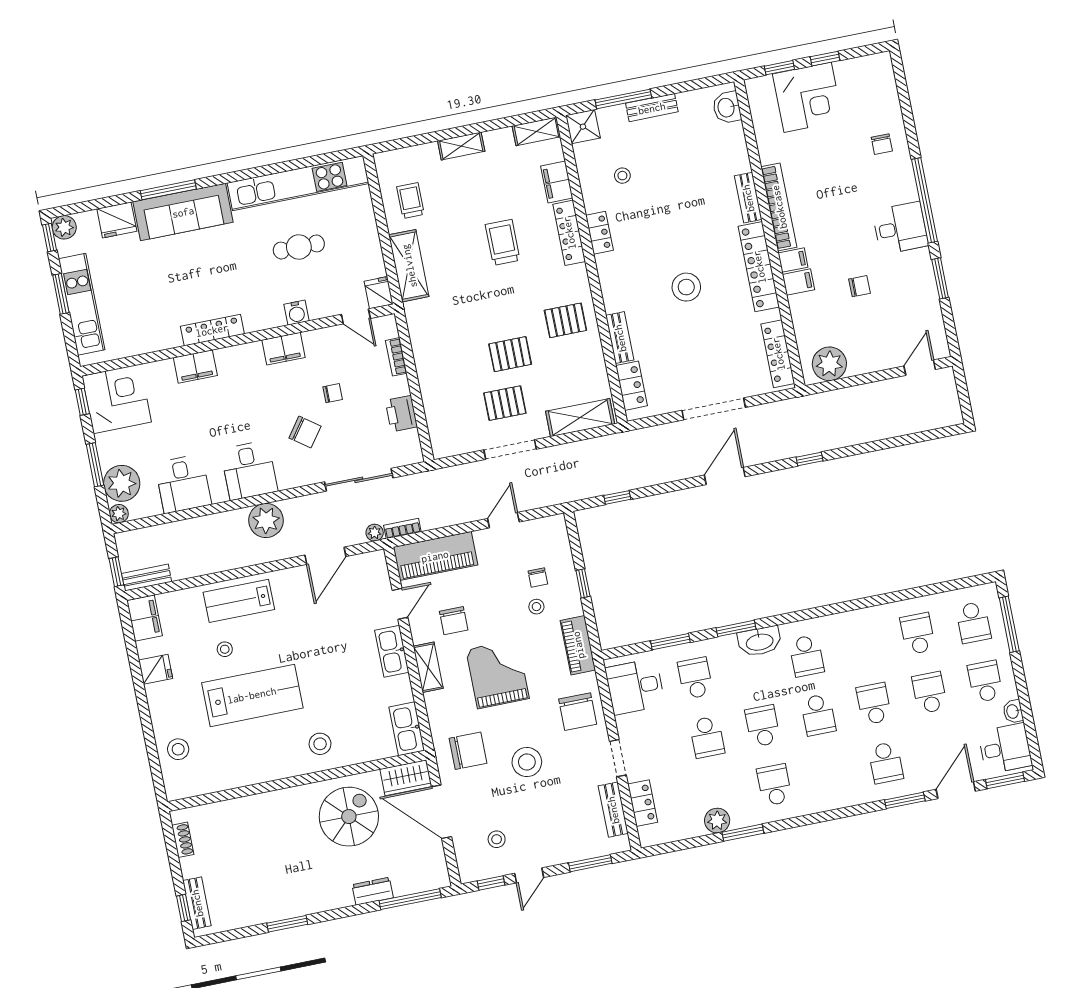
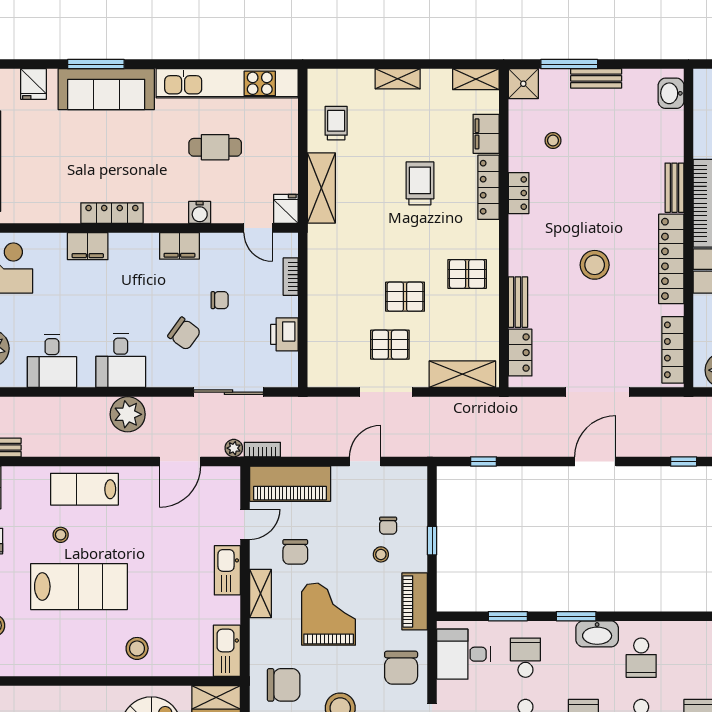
fridge: (117, 220) -> (34, 84), width x0.72

